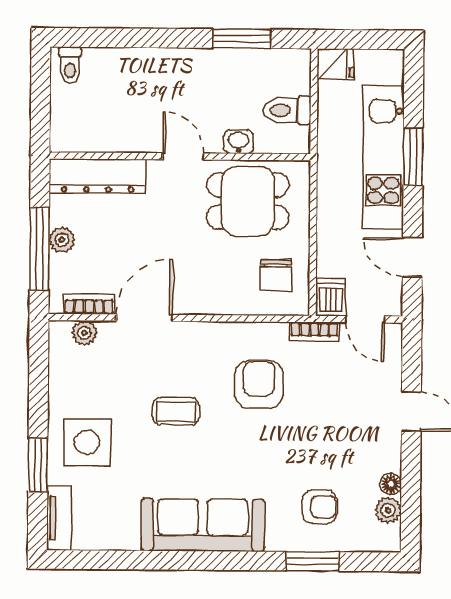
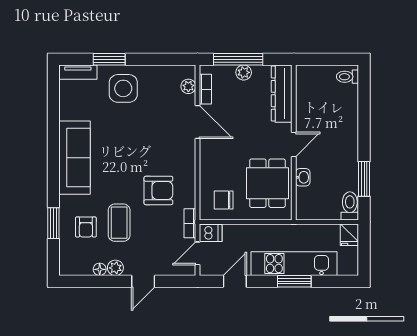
toilet: (287, 110) -> (350, 206), moved
coffee table: (176, 411) -> (119, 223), moved, width x1.36, depth x1.30
plant: (388, 510) -> (115, 268), moved

